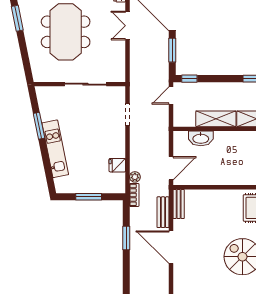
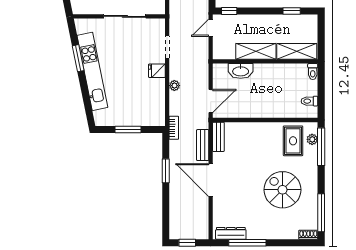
kitchen unit: (55, 149) -> (92, 71), width x1.36
fridge: (117, 165) -> (157, 71), moved
plant: (135, 177) -> (174, 86), moved

